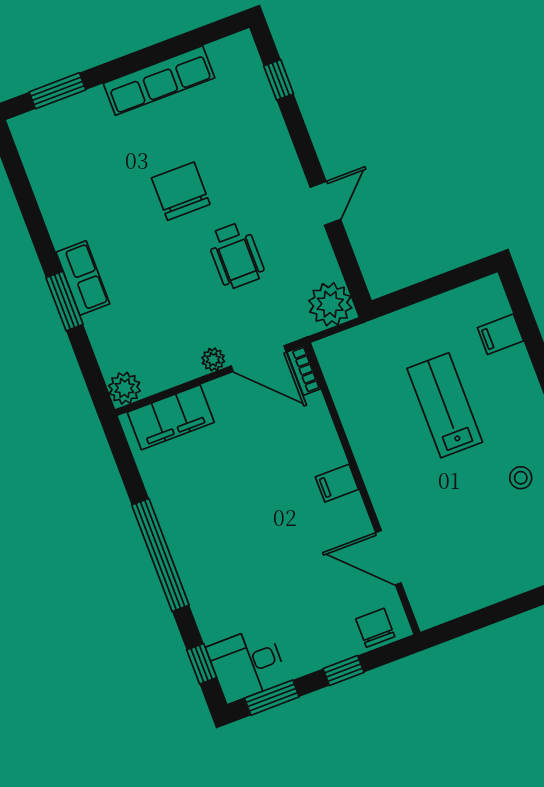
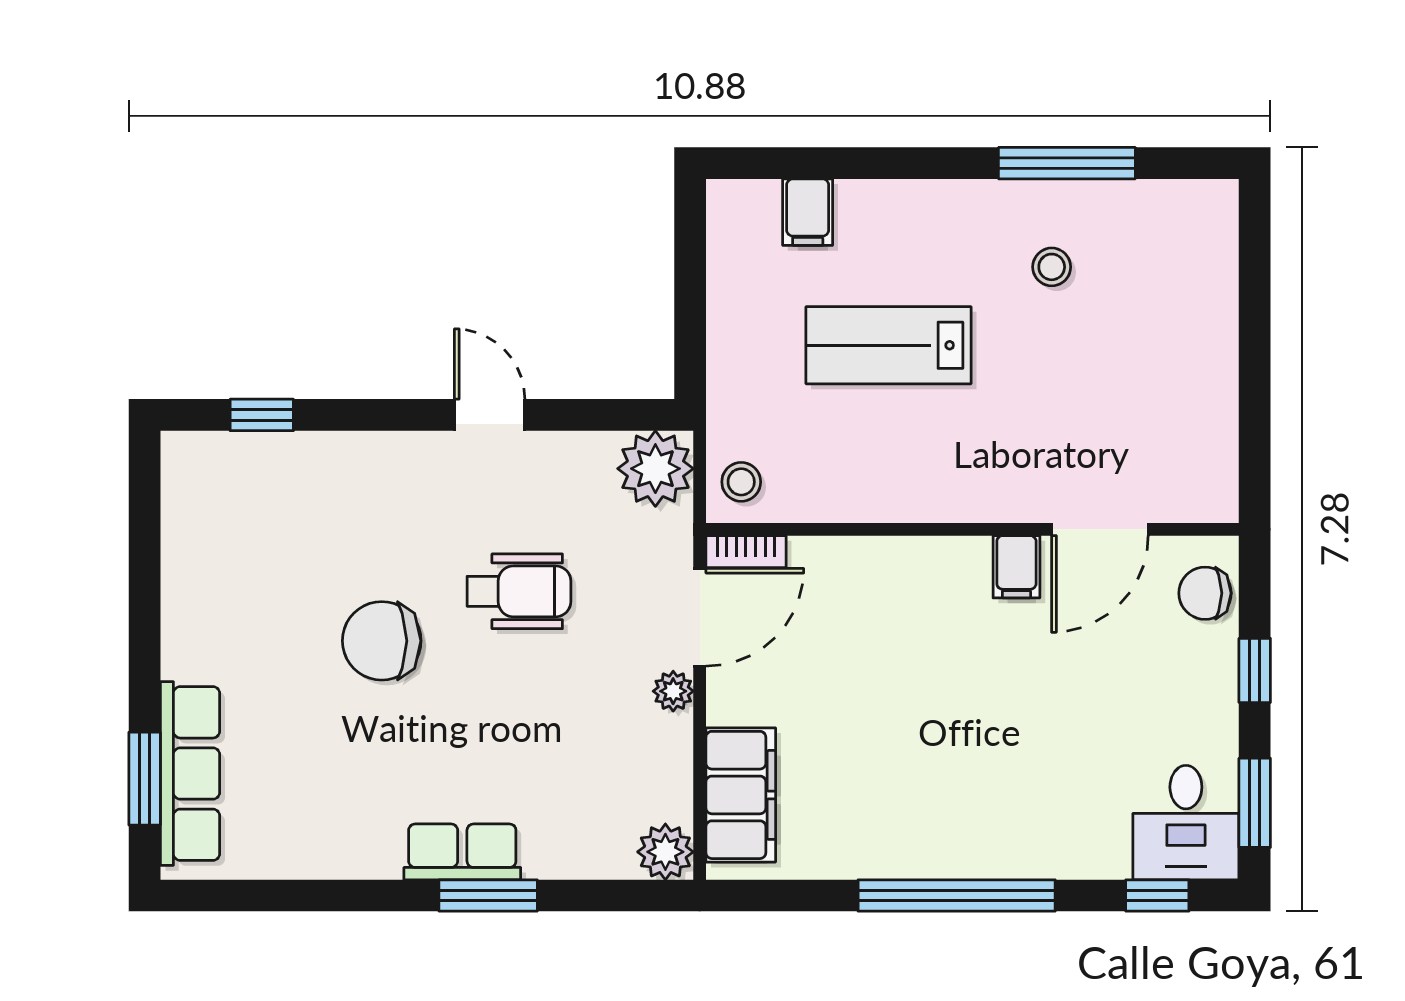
row of seats: (159, 81) -> (190, 774), moved
stool: (341, 353) -> (741, 482), added
filing cabinet: (337, 483) -> (1016, 567), moved

